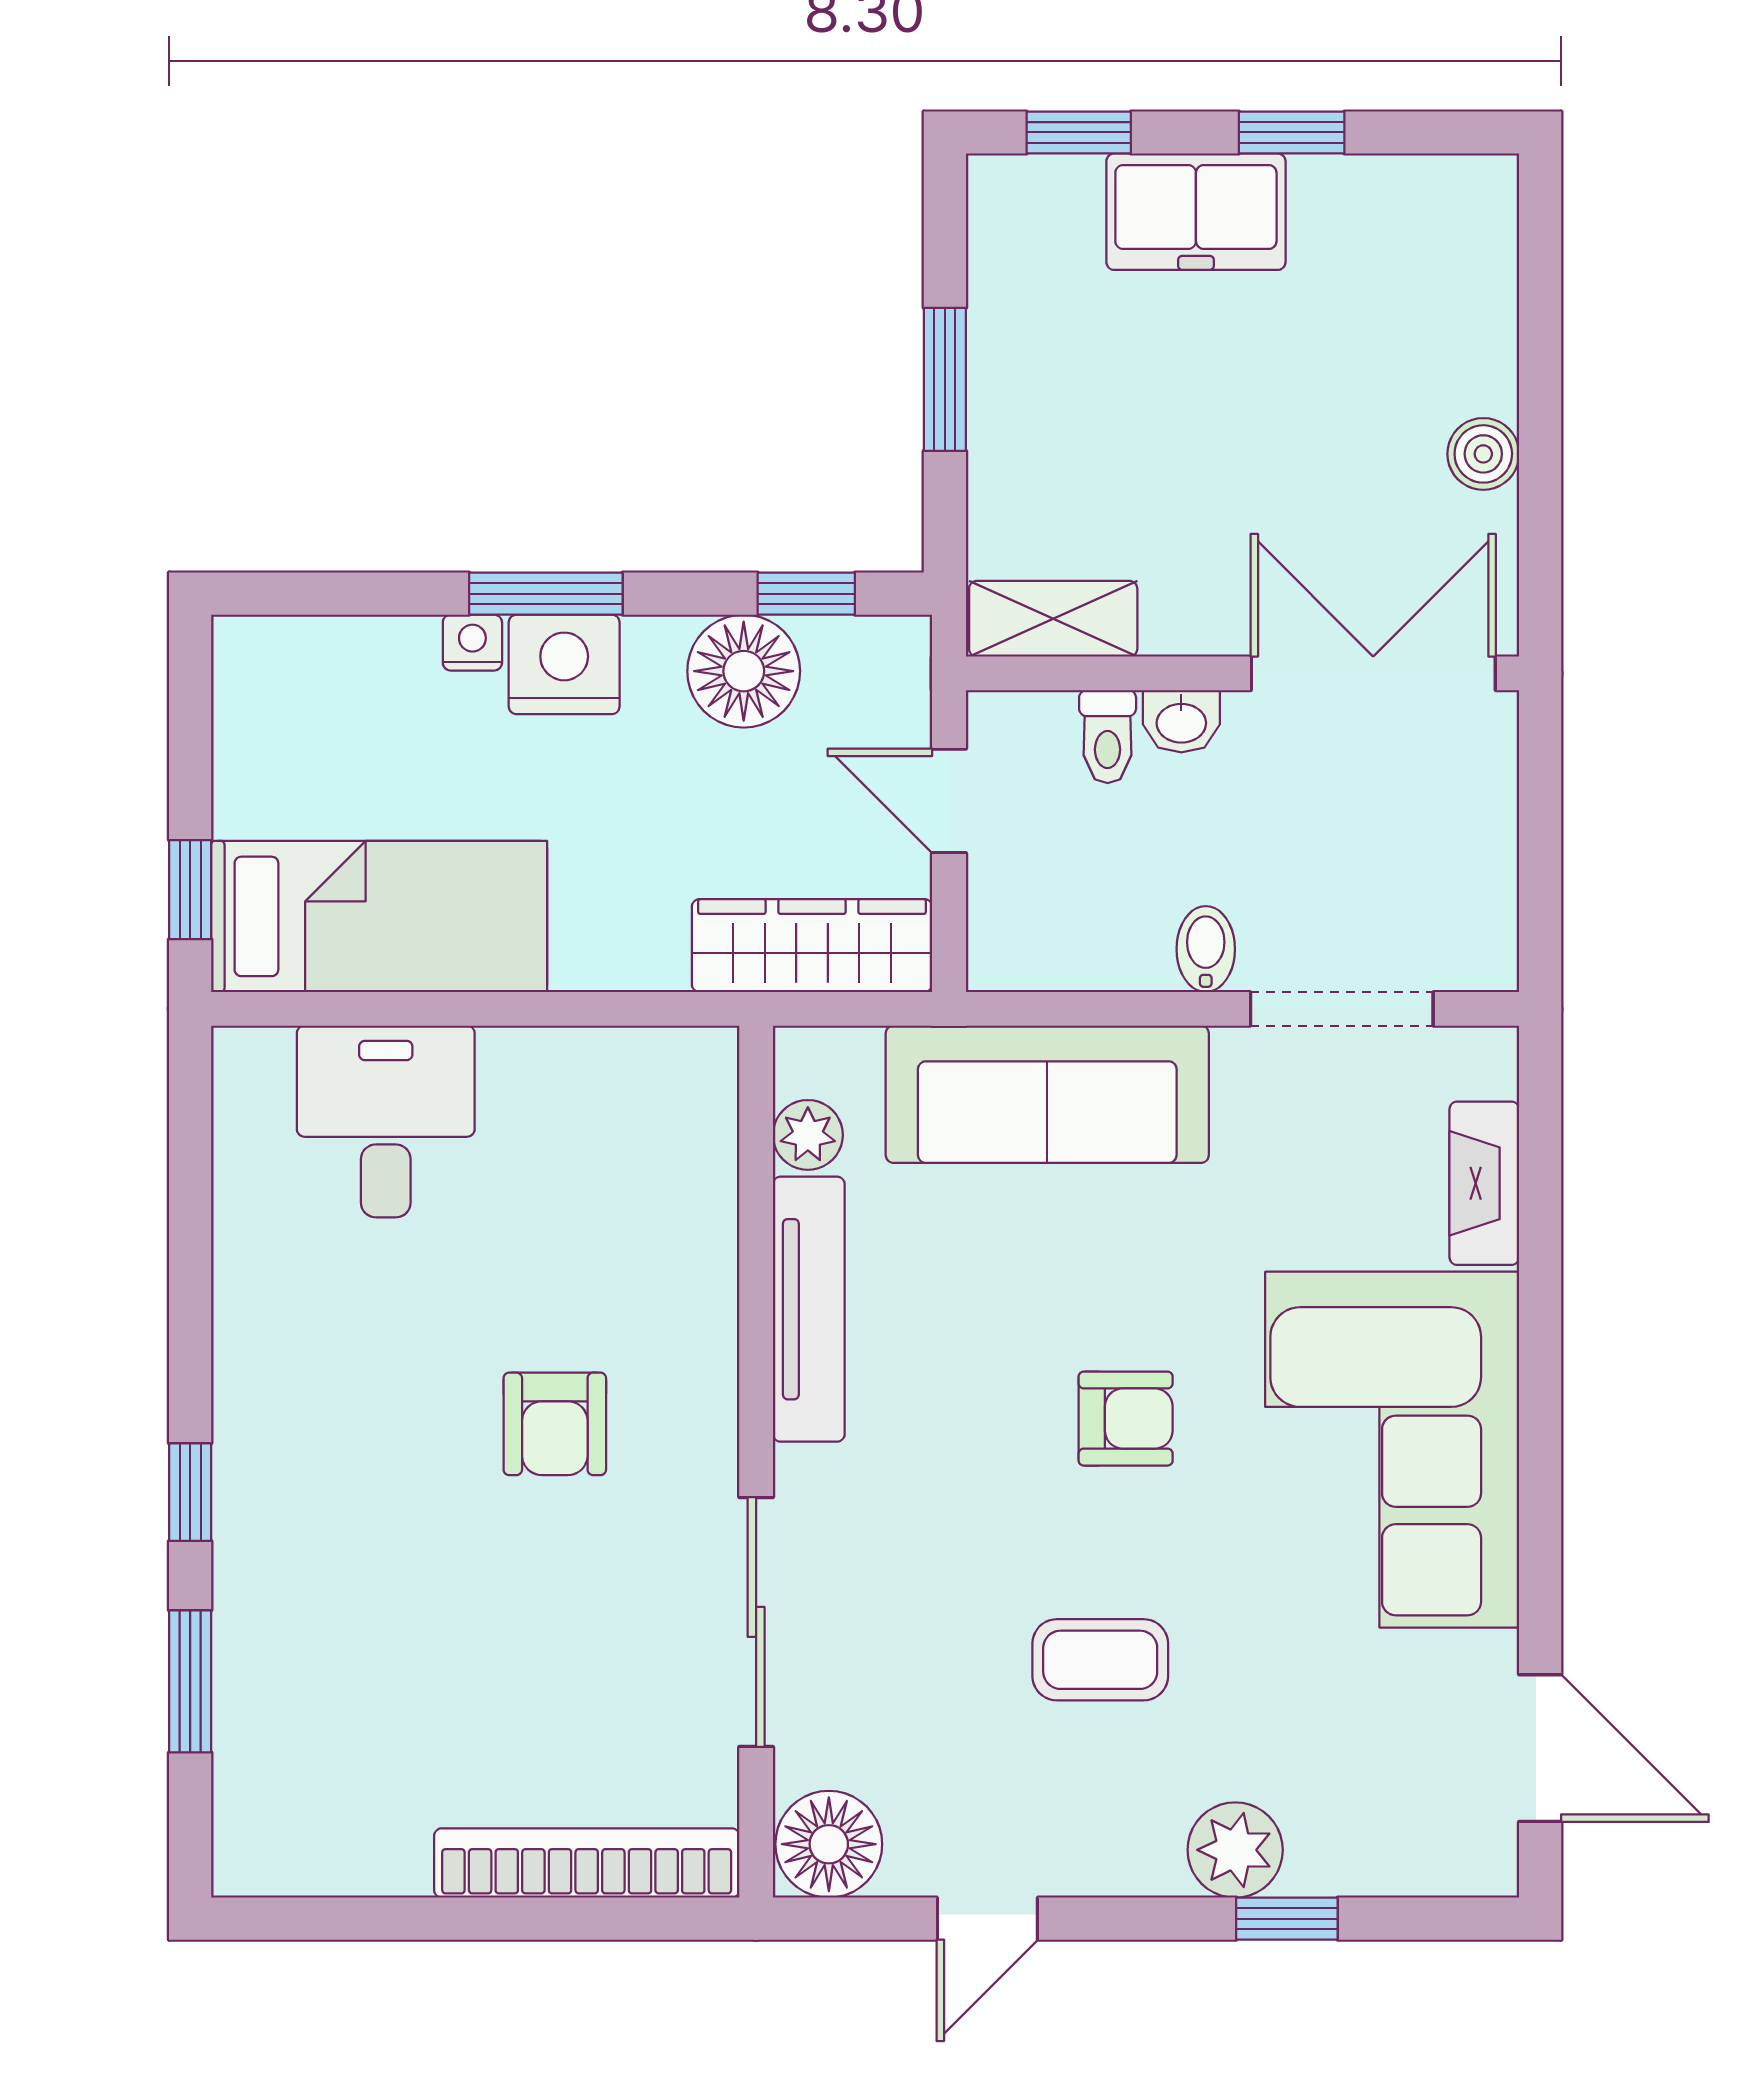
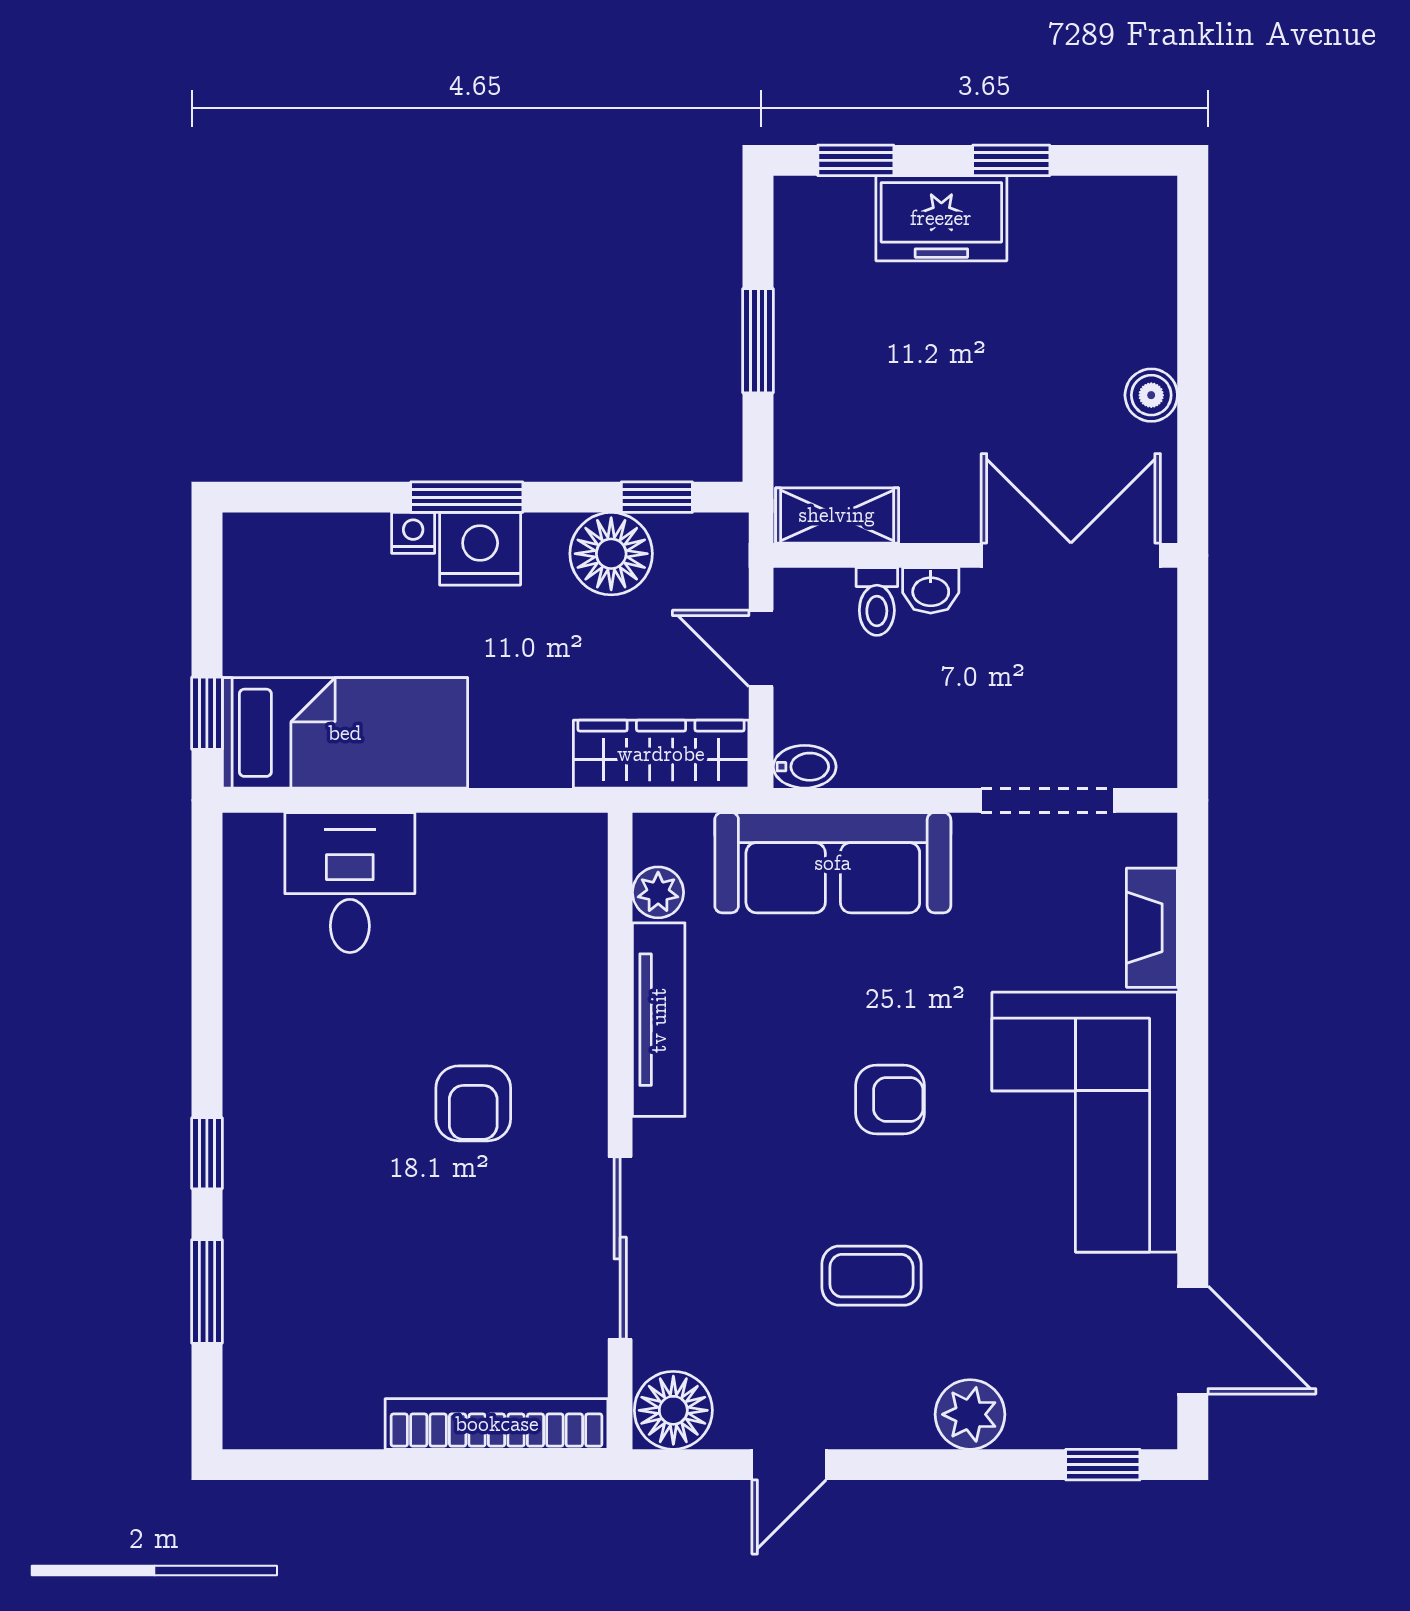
bidet: (1206, 949) -> (805, 767), moved, turned 90
window: (1287, 1919) -> (1103, 1465), moved

